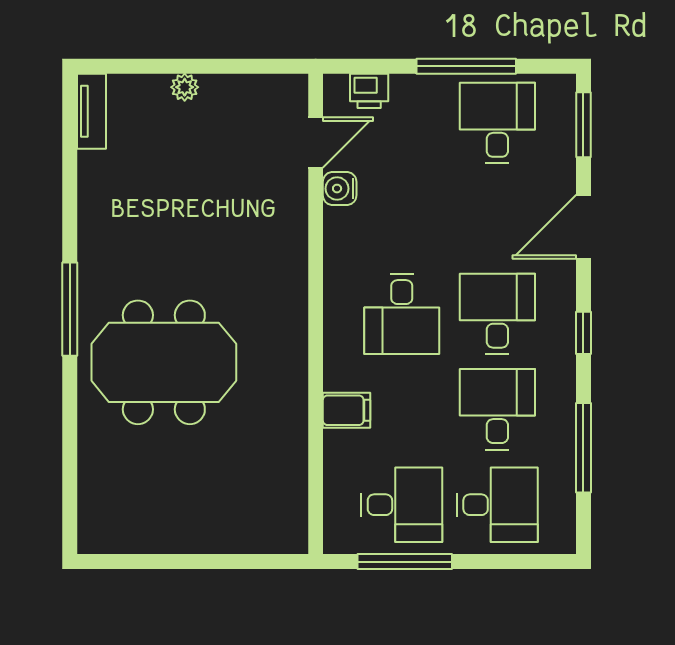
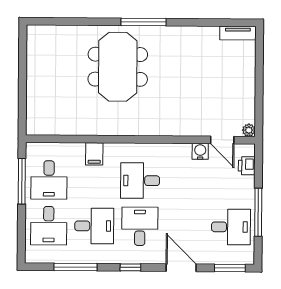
plant: (185, 87) -> (249, 130), moved
desk: (497, 314) -> (140, 226), turned -90

